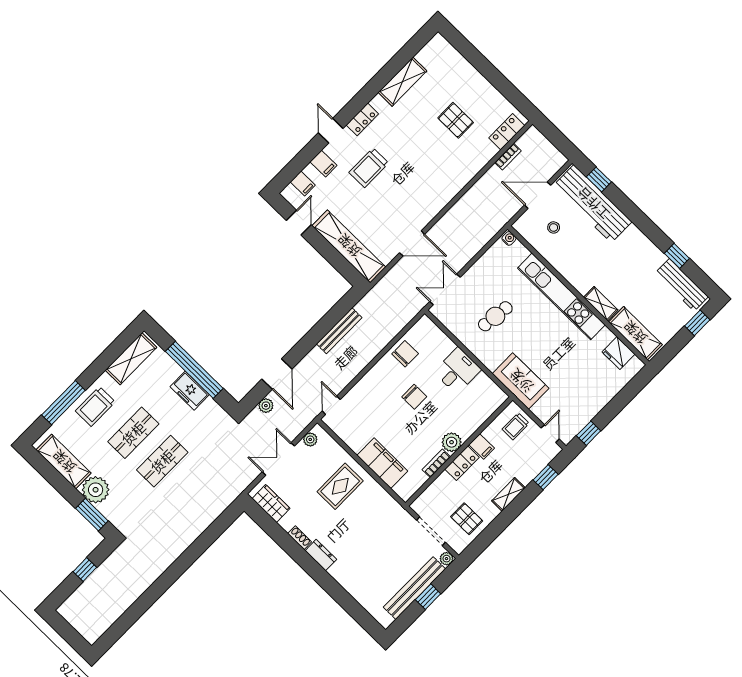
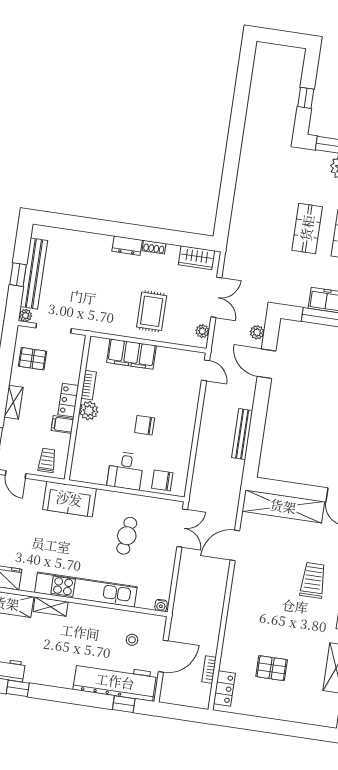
chair: (405, 354) -> (162, 480), moved, turned 90

